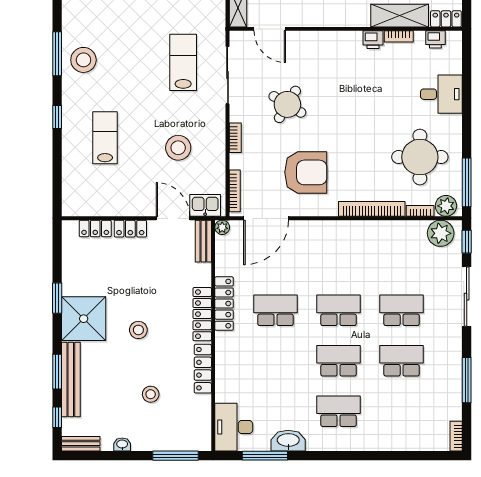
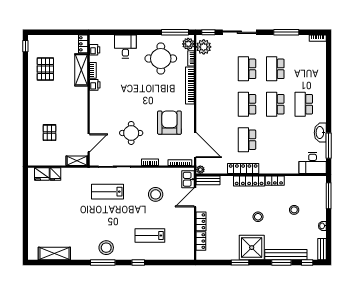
round table: (287, 104) -> (131, 133), turned -31
locker: (203, 369) -> (275, 181), width x0.66

